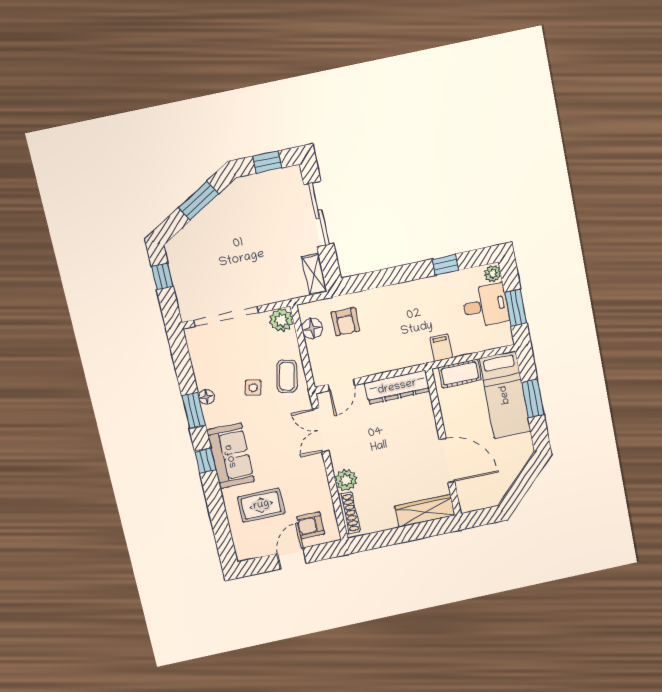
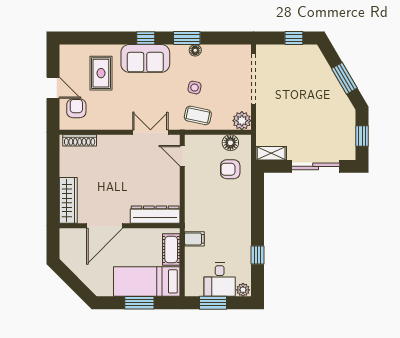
dresser: (397, 387) -> (155, 215), moved, turned 90
plant: (346, 480) -> (107, 144), removed

